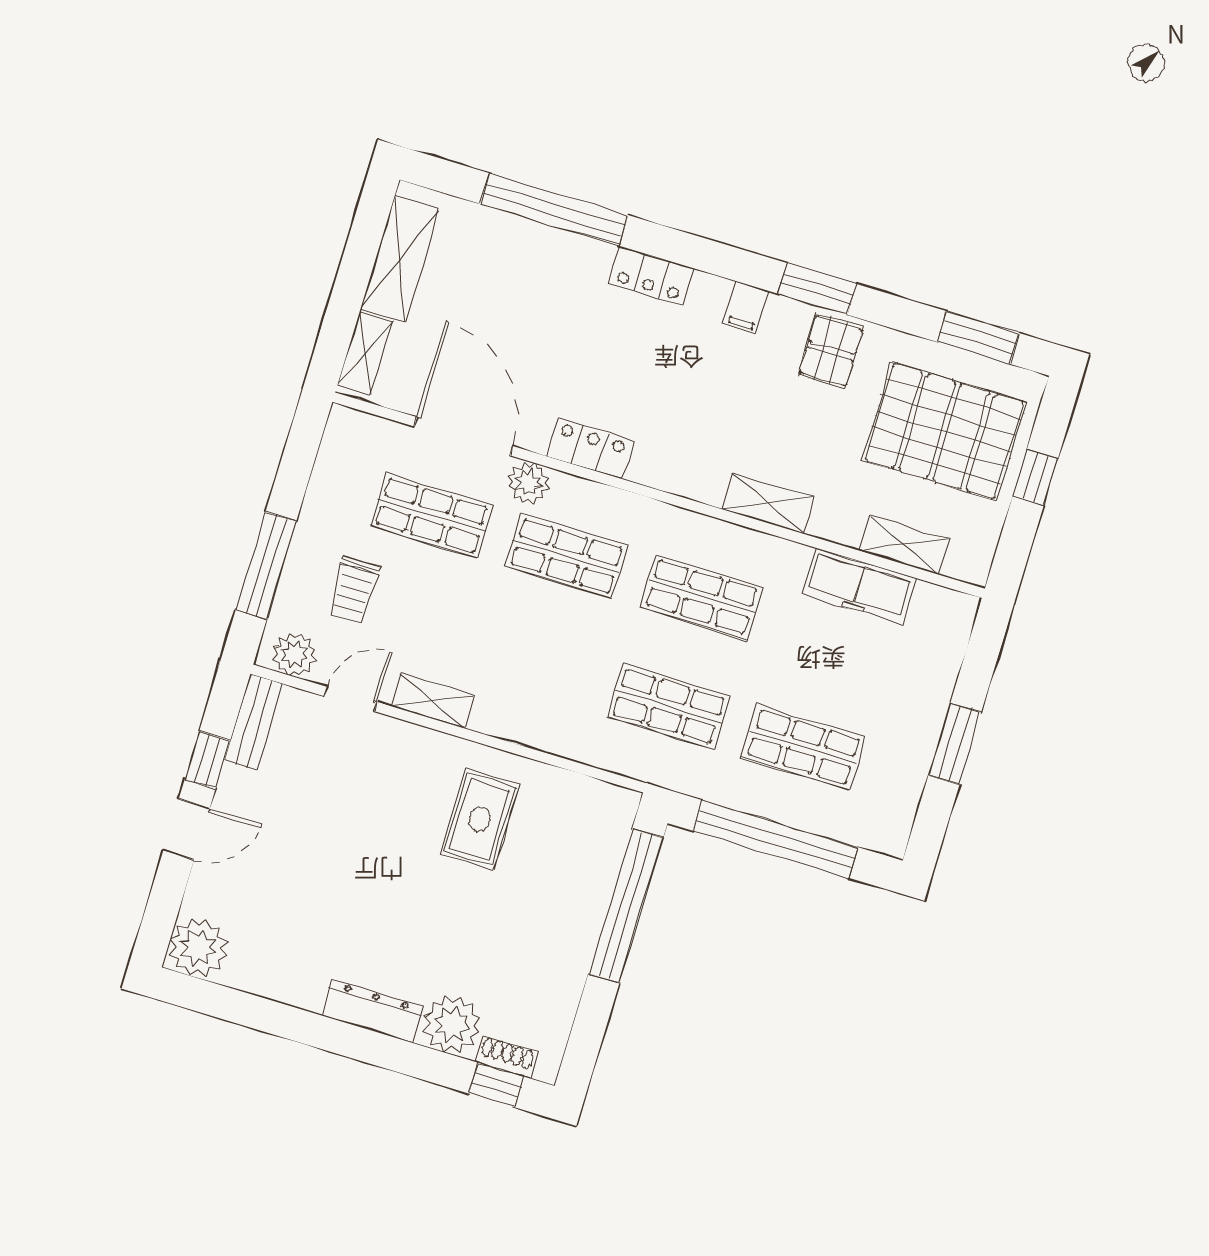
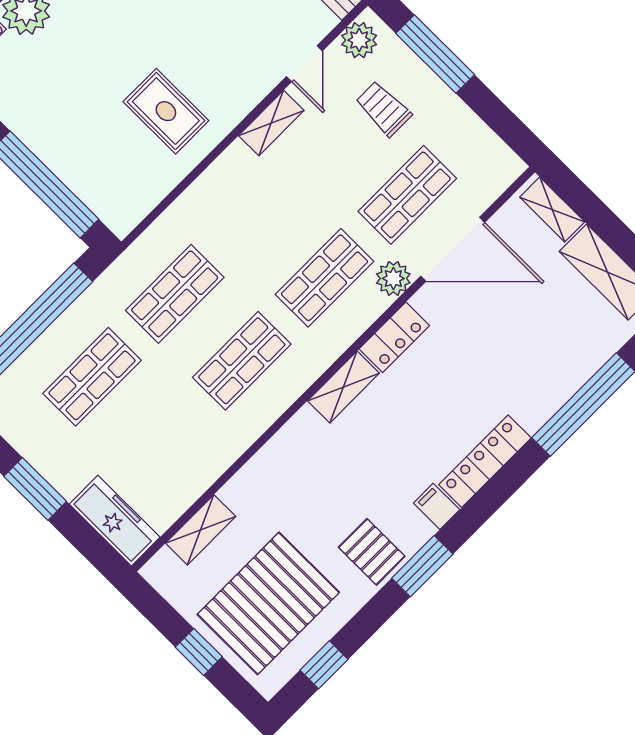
locker: (651, 276) -> (485, 461), width x1.53
window: (978, 337) -> (324, 665), width x0.67
shelving: (768, 503) -> (343, 387), moved
freezer: (859, 586) -> (115, 521), moved, turned 90

